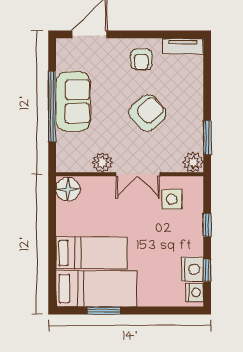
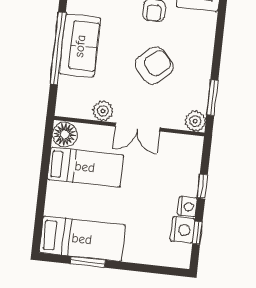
side table: (172, 199) -> (169, 156), removed
bed: (92, 253) -> (85, 167), moved
nightstand: (195, 292) -> (187, 206), moved

